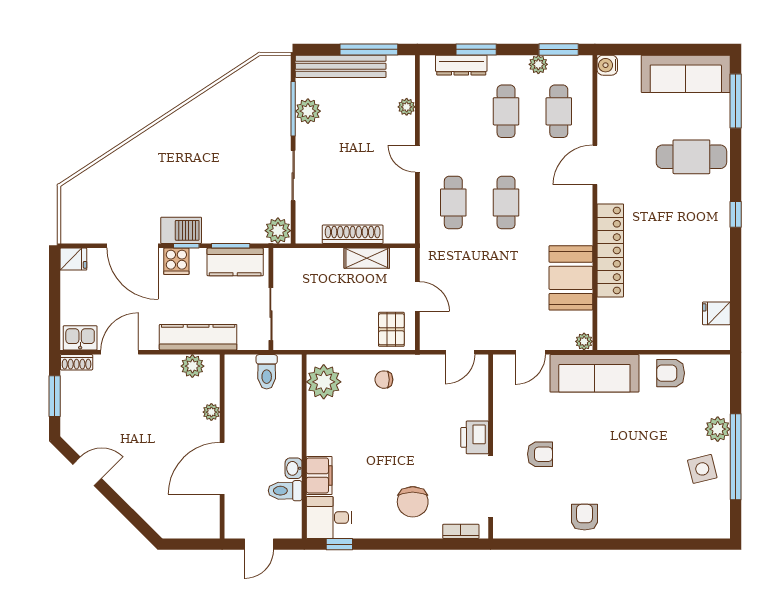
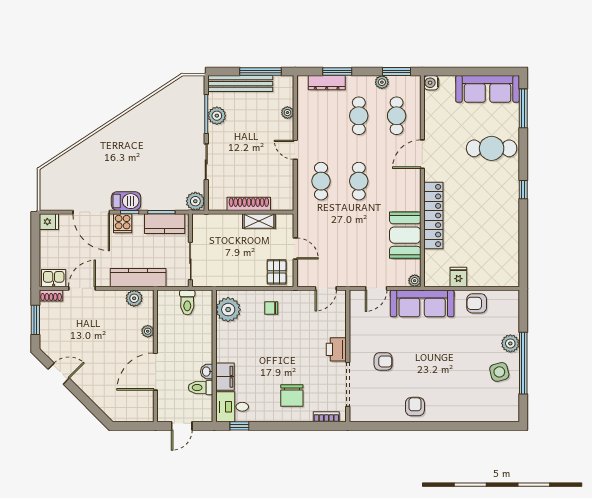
fridge: (716, 313) -> (458, 277), moved, turned 90

